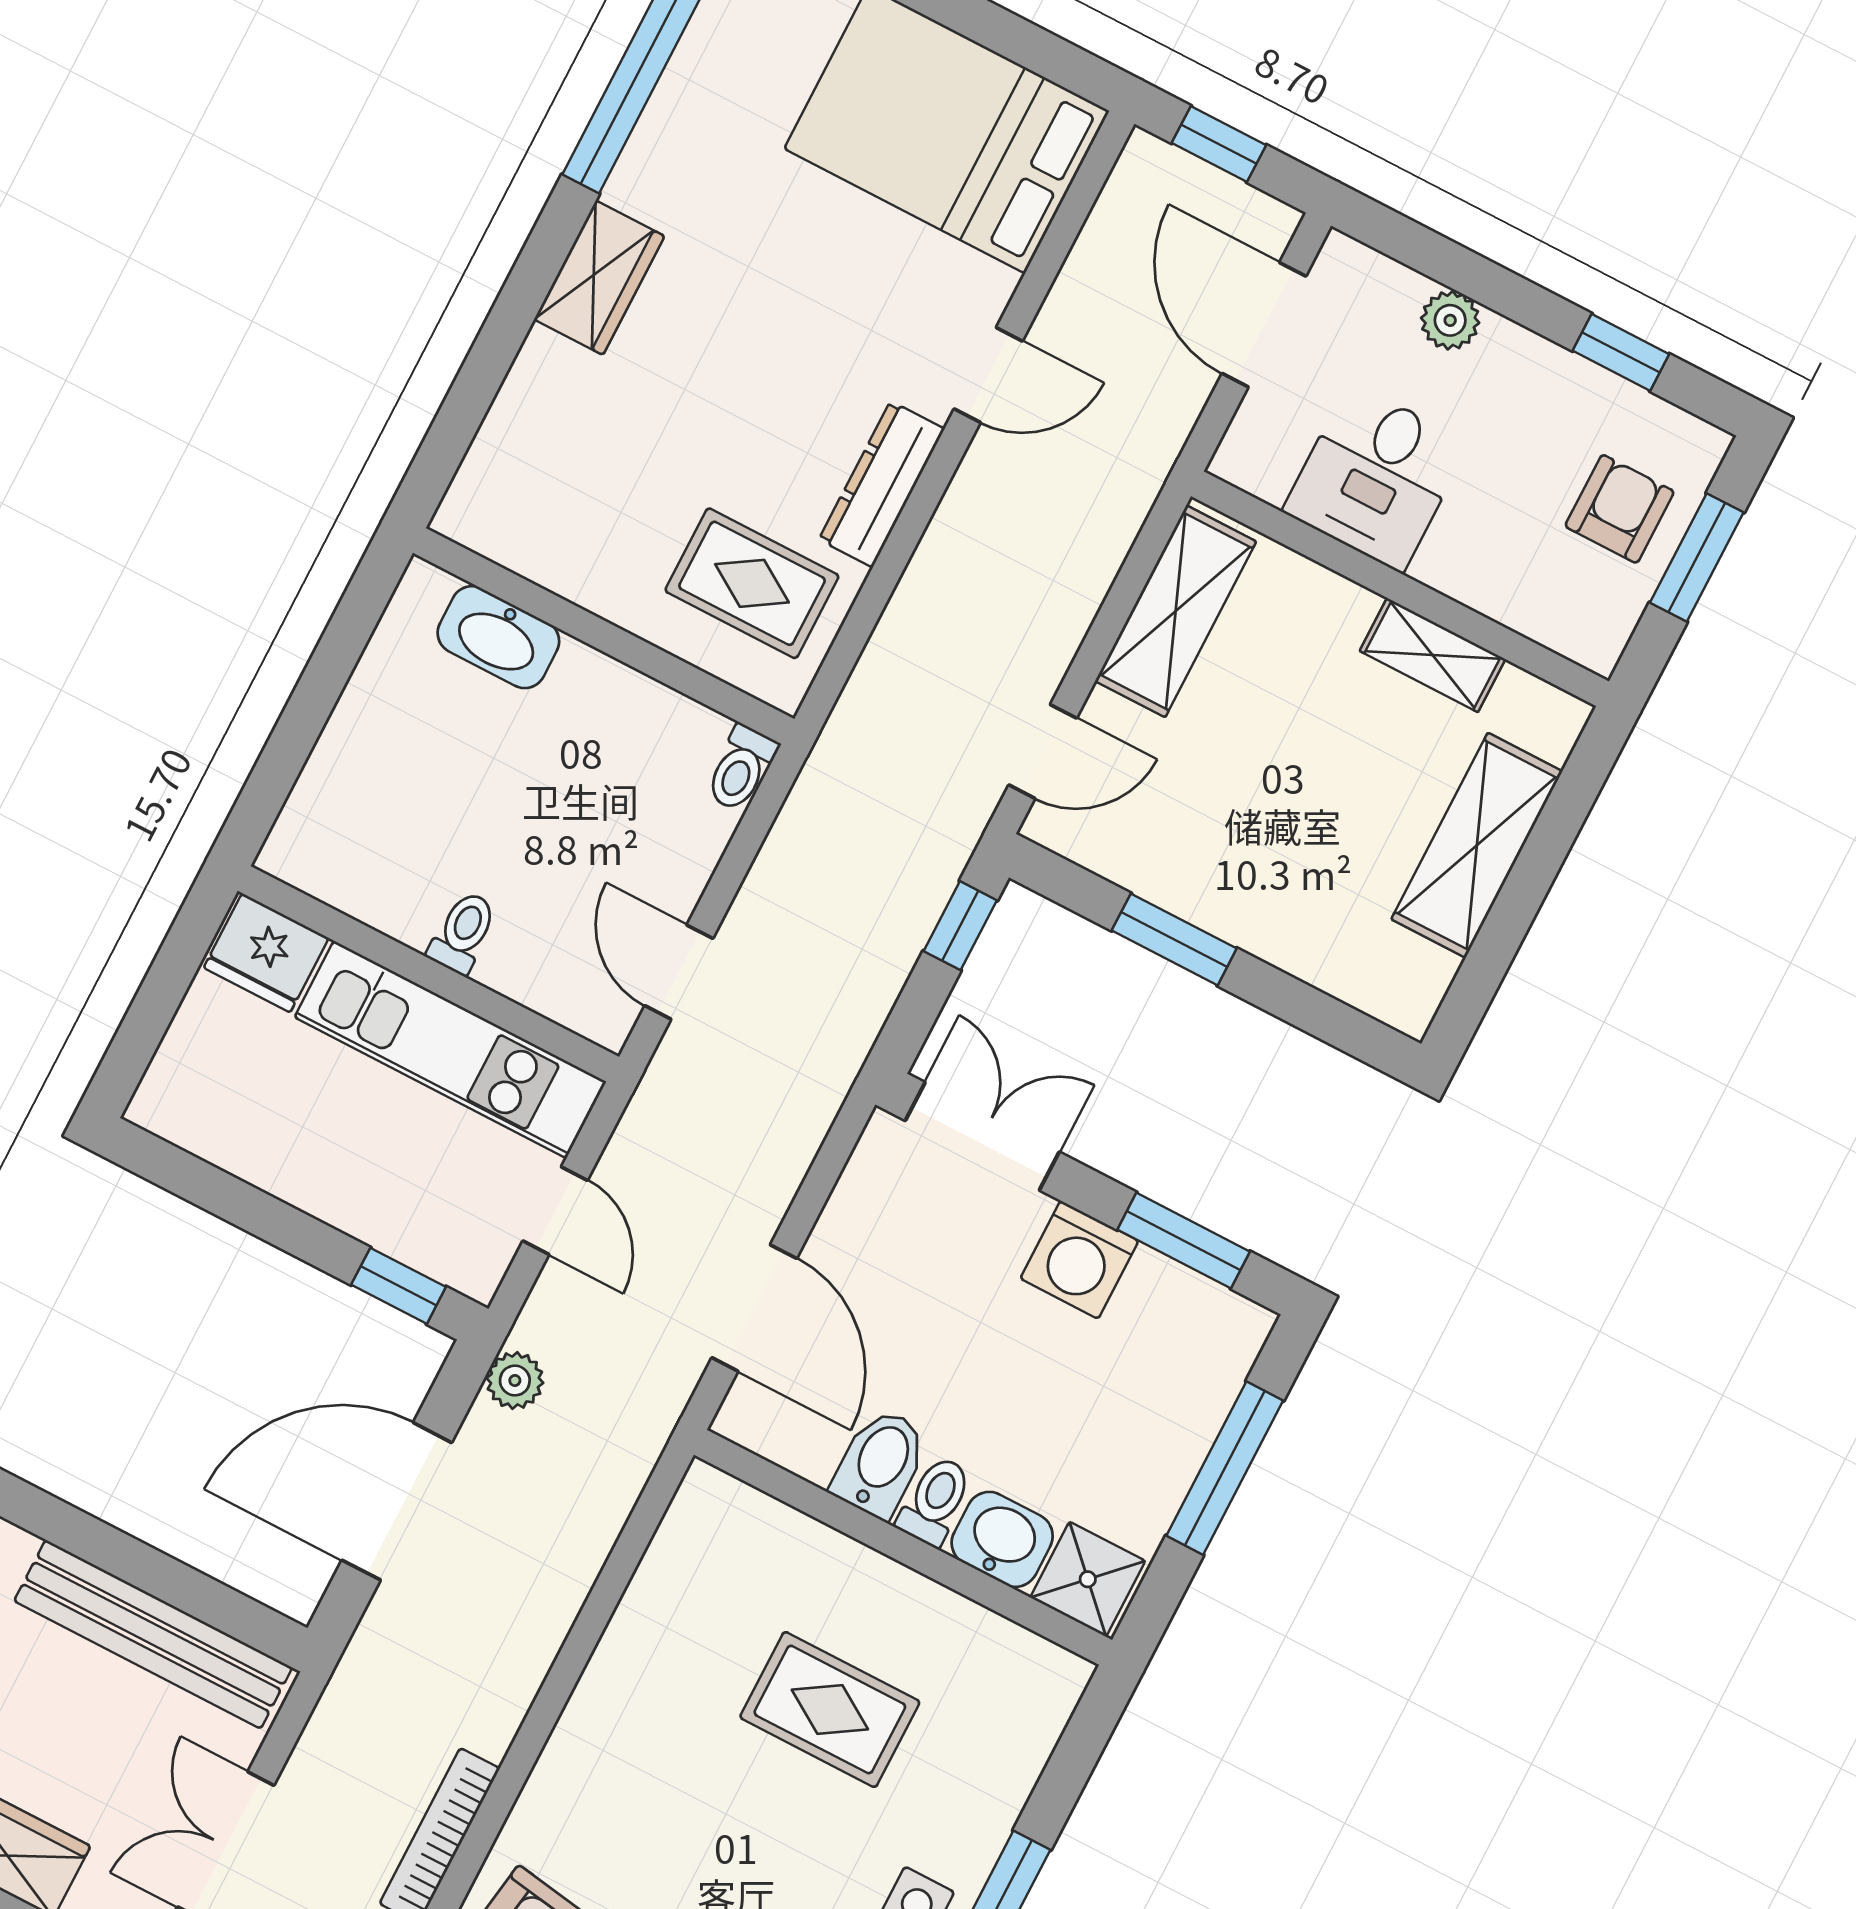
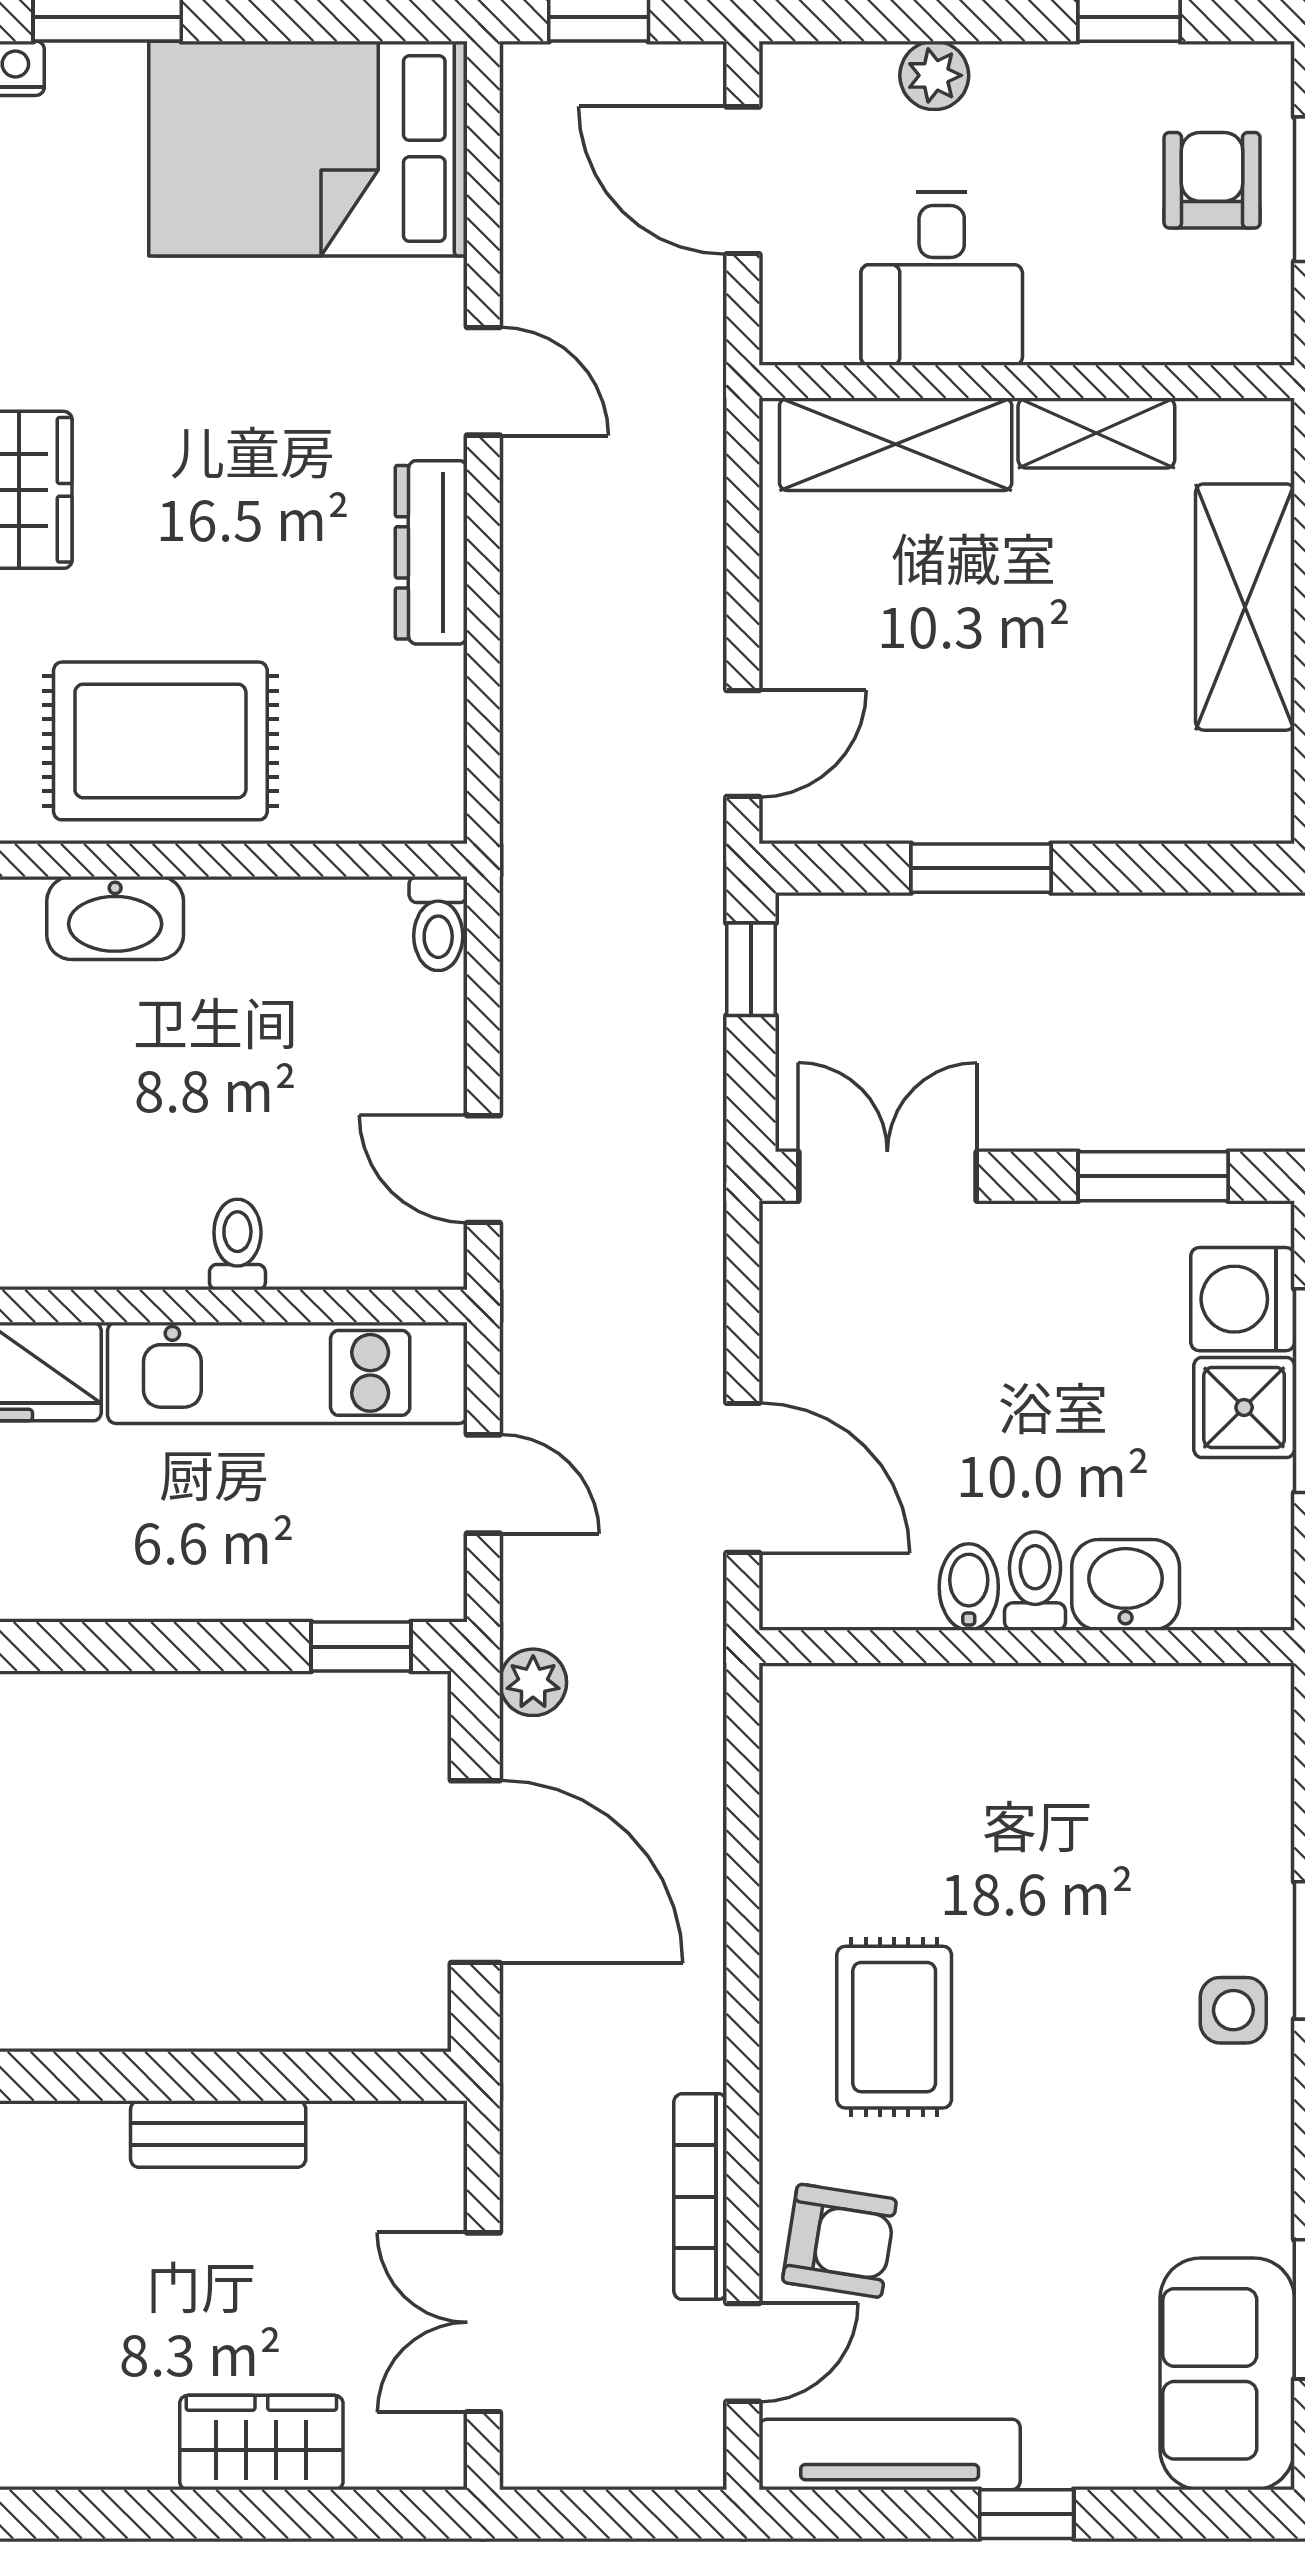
door: (988, 375) -> (483, 381), hinge flipped
rug: (752, 583) -> (160, 741), moved, width x1.36, depth x1.43
shelving: (1176, 611) -> (896, 444), moved, turned 90
washing machine: (1079, 1260) -> (1243, 1299), moved, turned 90
bidet: (880, 1463) -> (969, 1587), width x0.72, depth x0.74
door: (397, 1501) -> (475, 1872), swing flipped
shower: (1088, 1579) -> (1244, 1407), moved
bench: (153, 1634) -> (218, 2134), width x0.54, depth x0.82
rug: (830, 1710) -> (894, 2027), moved, turned 90

